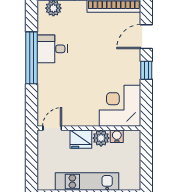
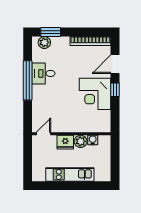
corner desk: (120, 106) -> (95, 94), moved, turned -90

